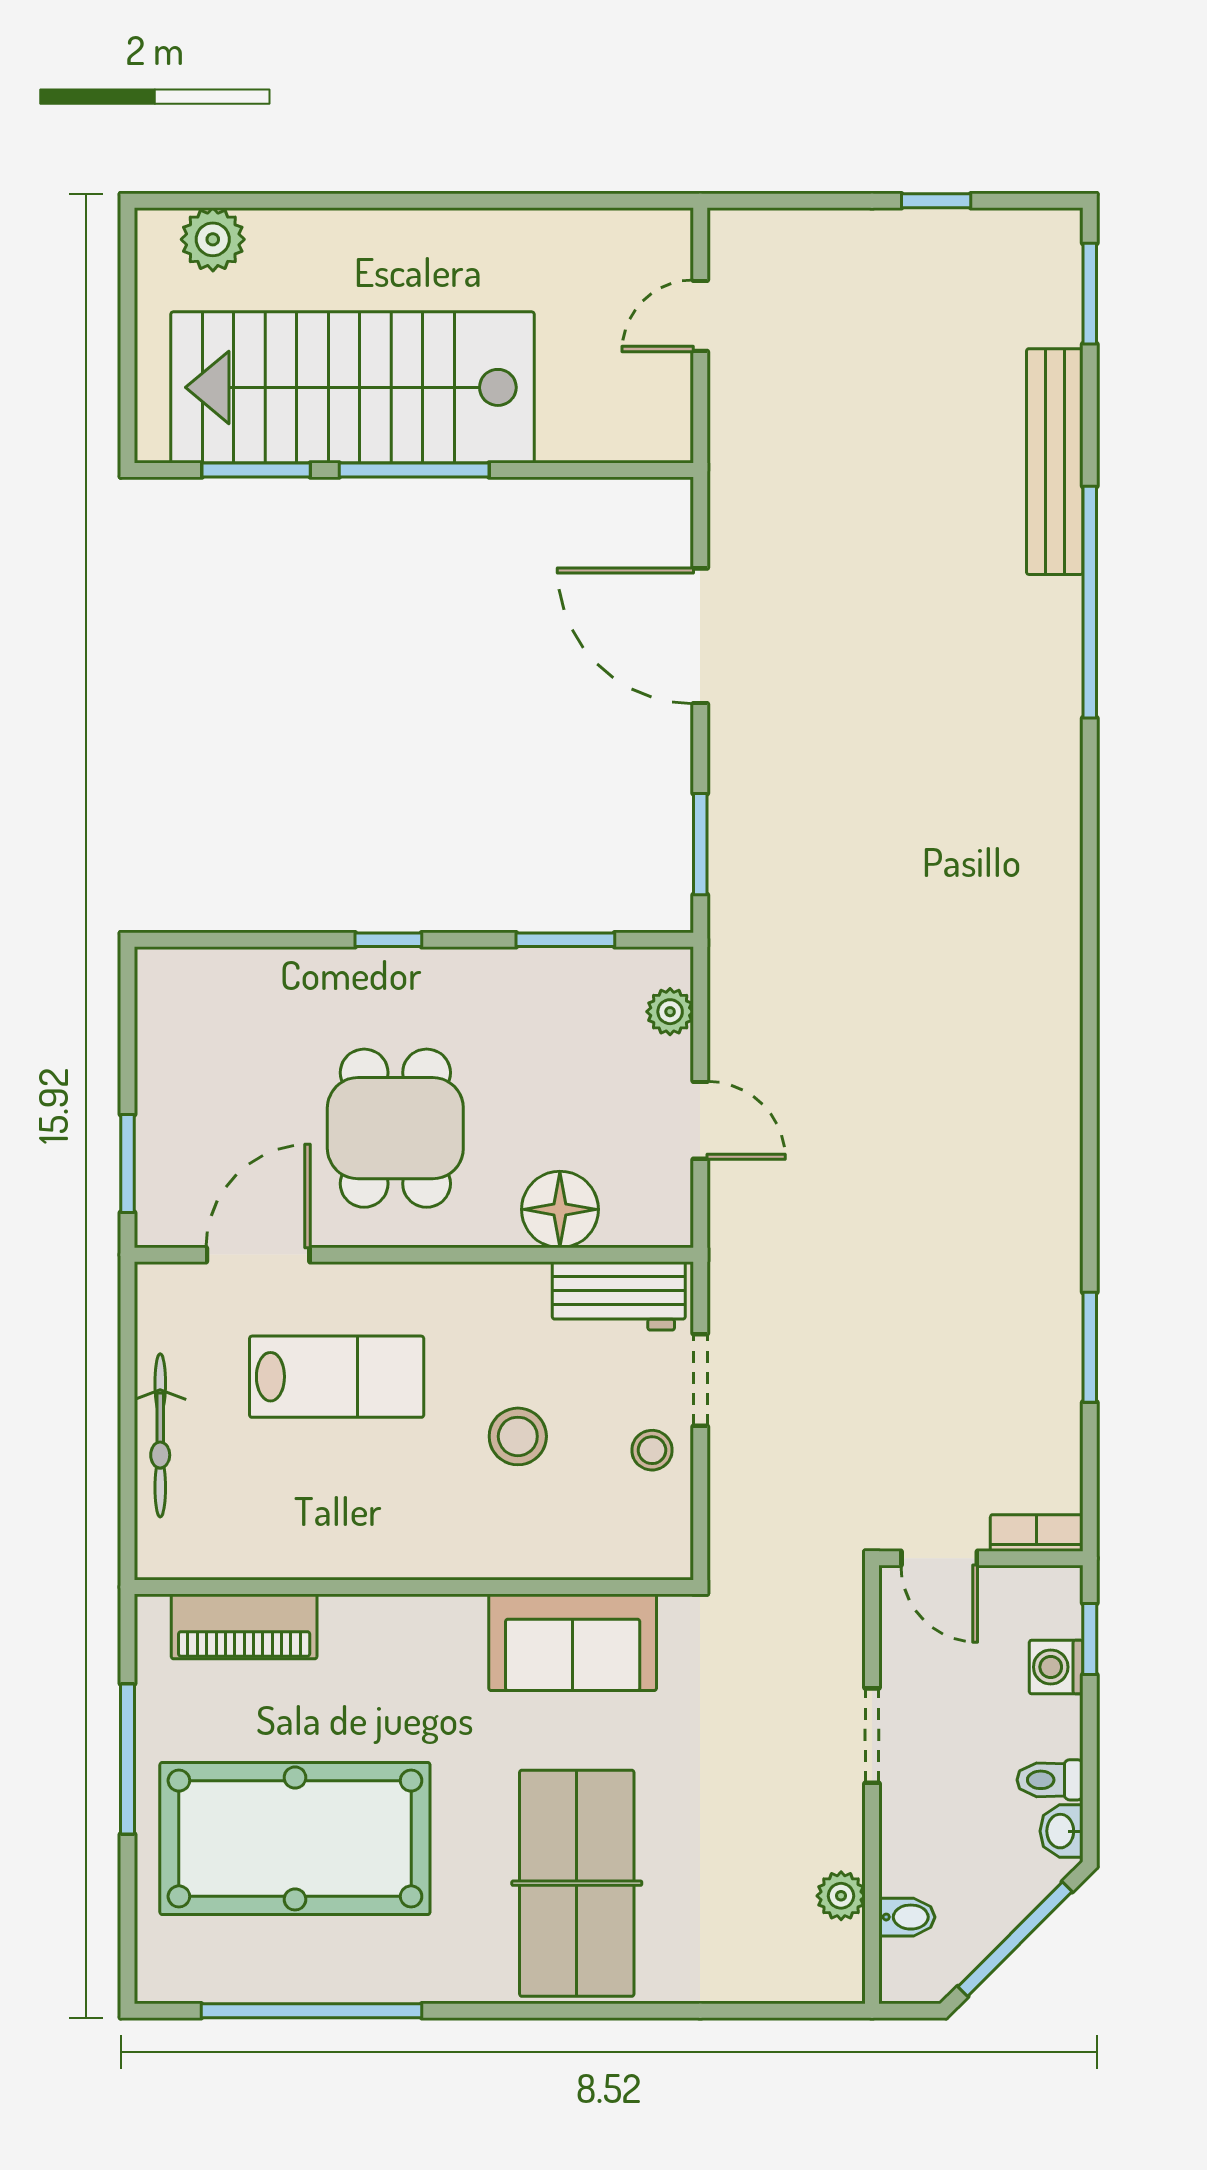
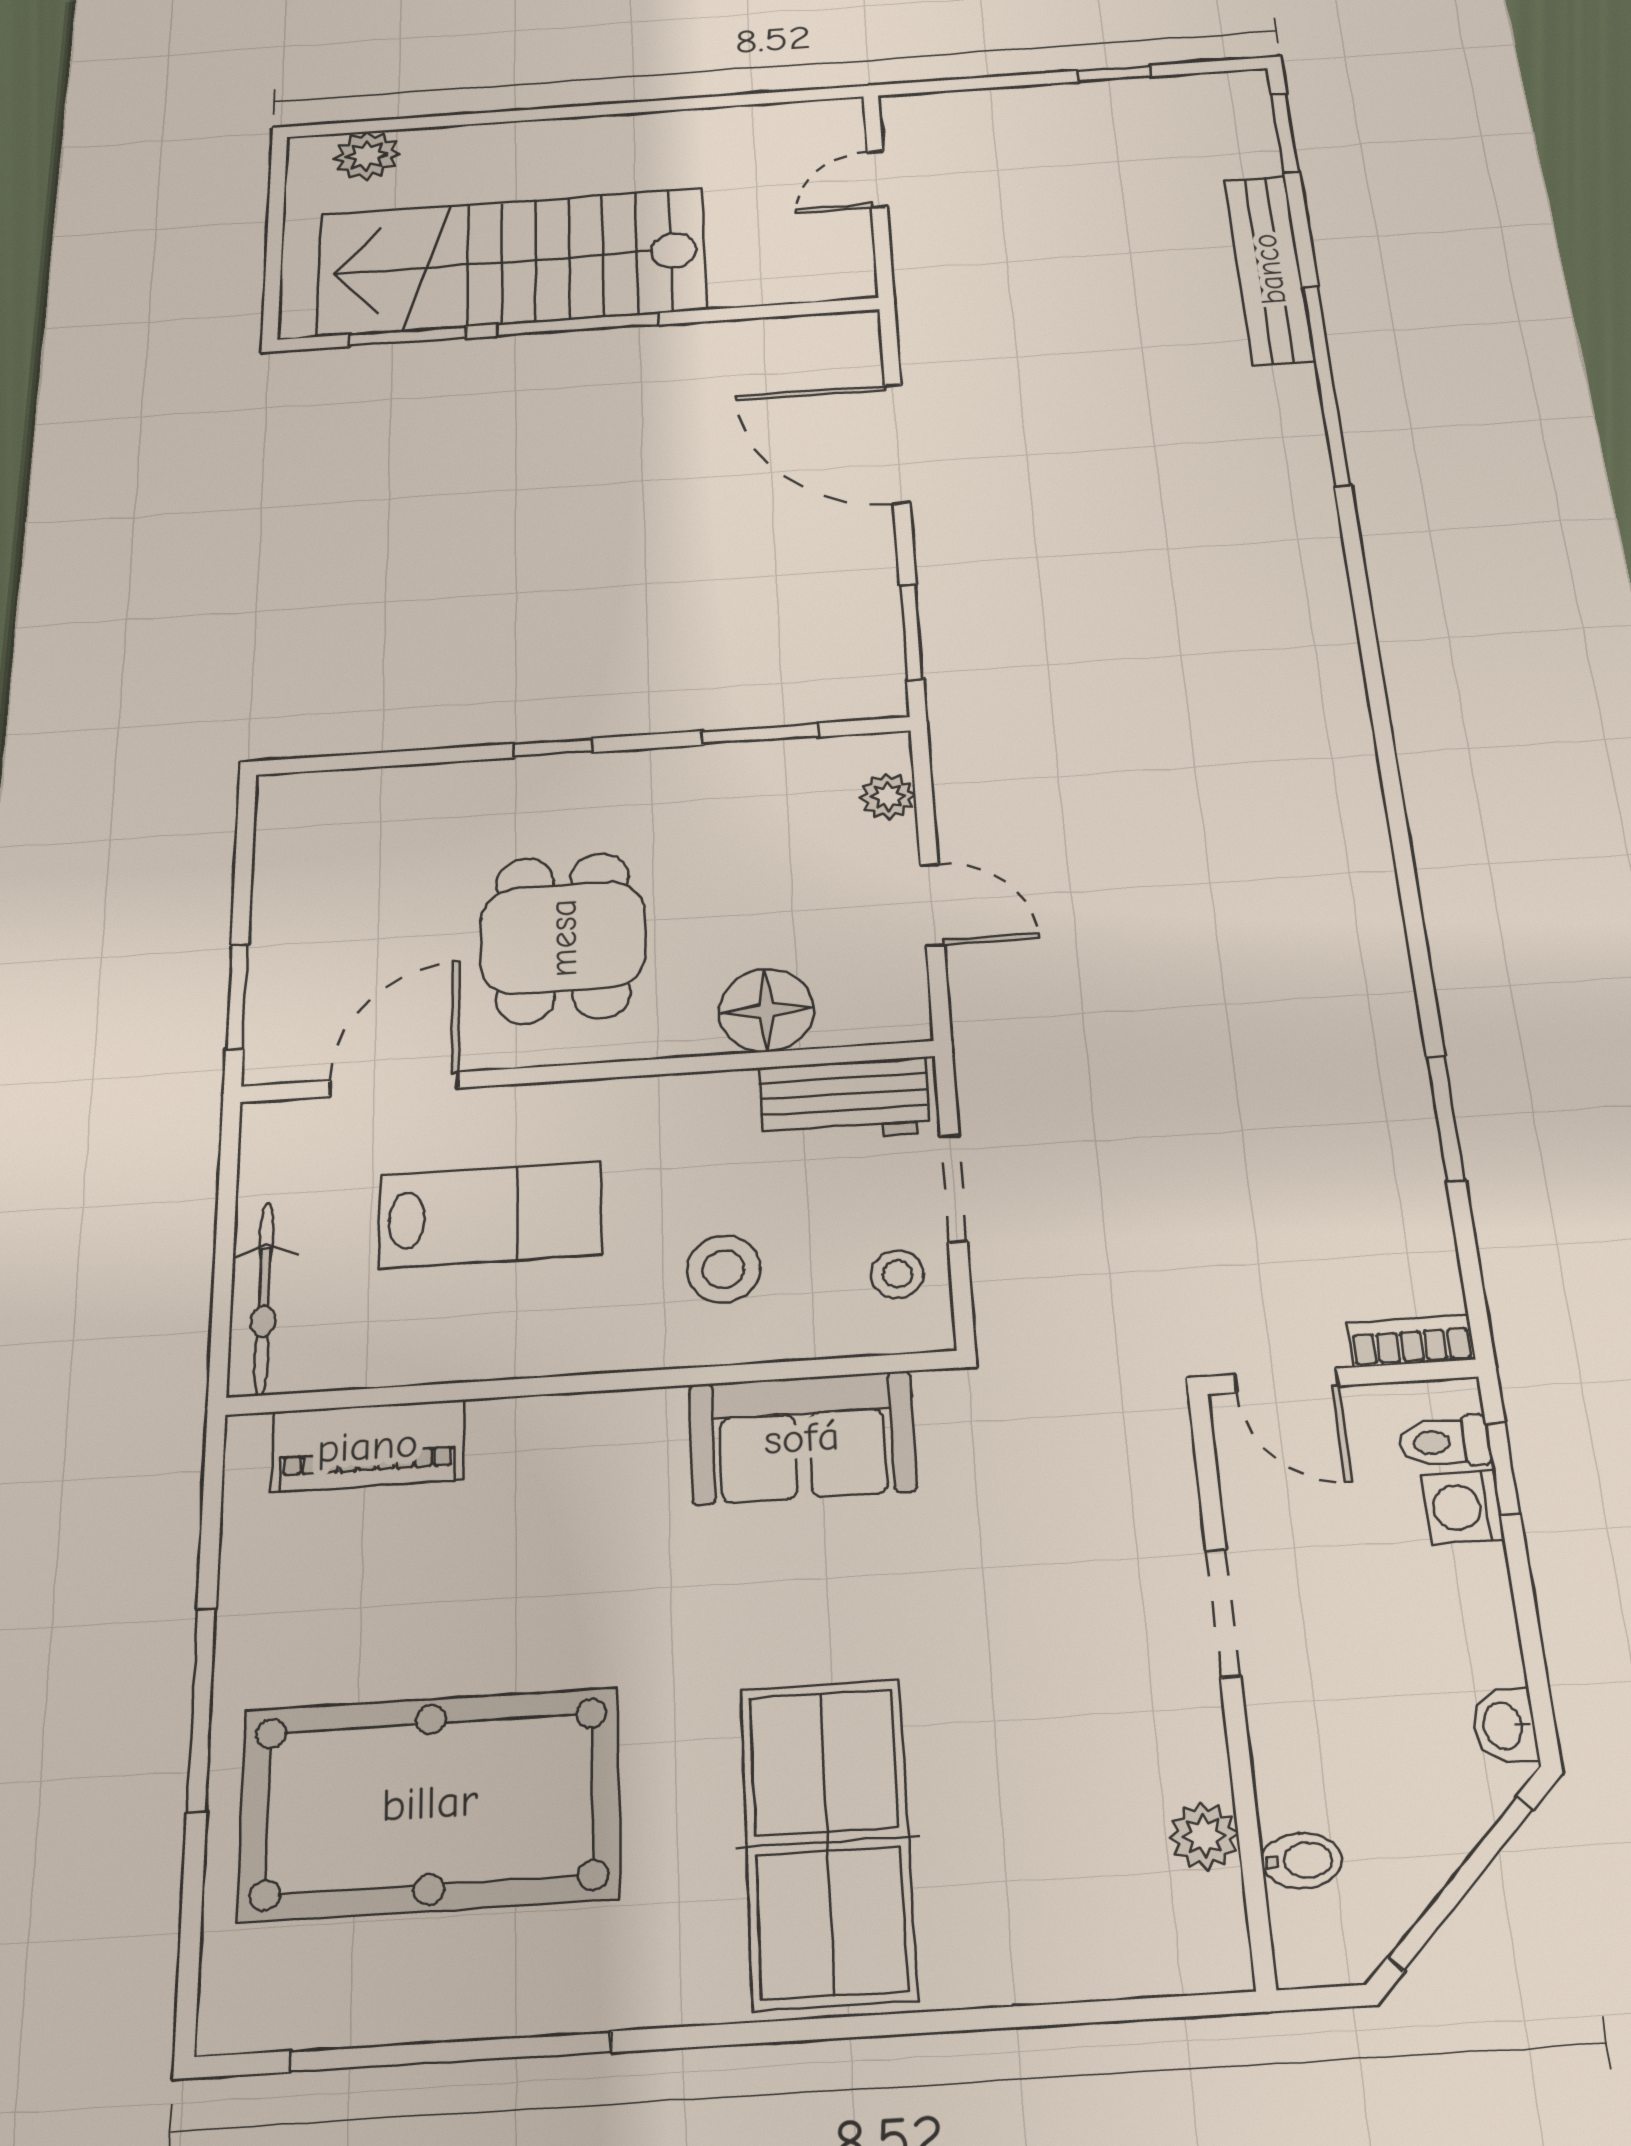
wall: (414, 1587) -> (591, 1383), moved
piano: (244, 1626) -> (368, 1446), moved
sofa: (573, 1642) -> (802, 1438), moved
toilet: (1050, 1780) -> (1444, 1442), moved

